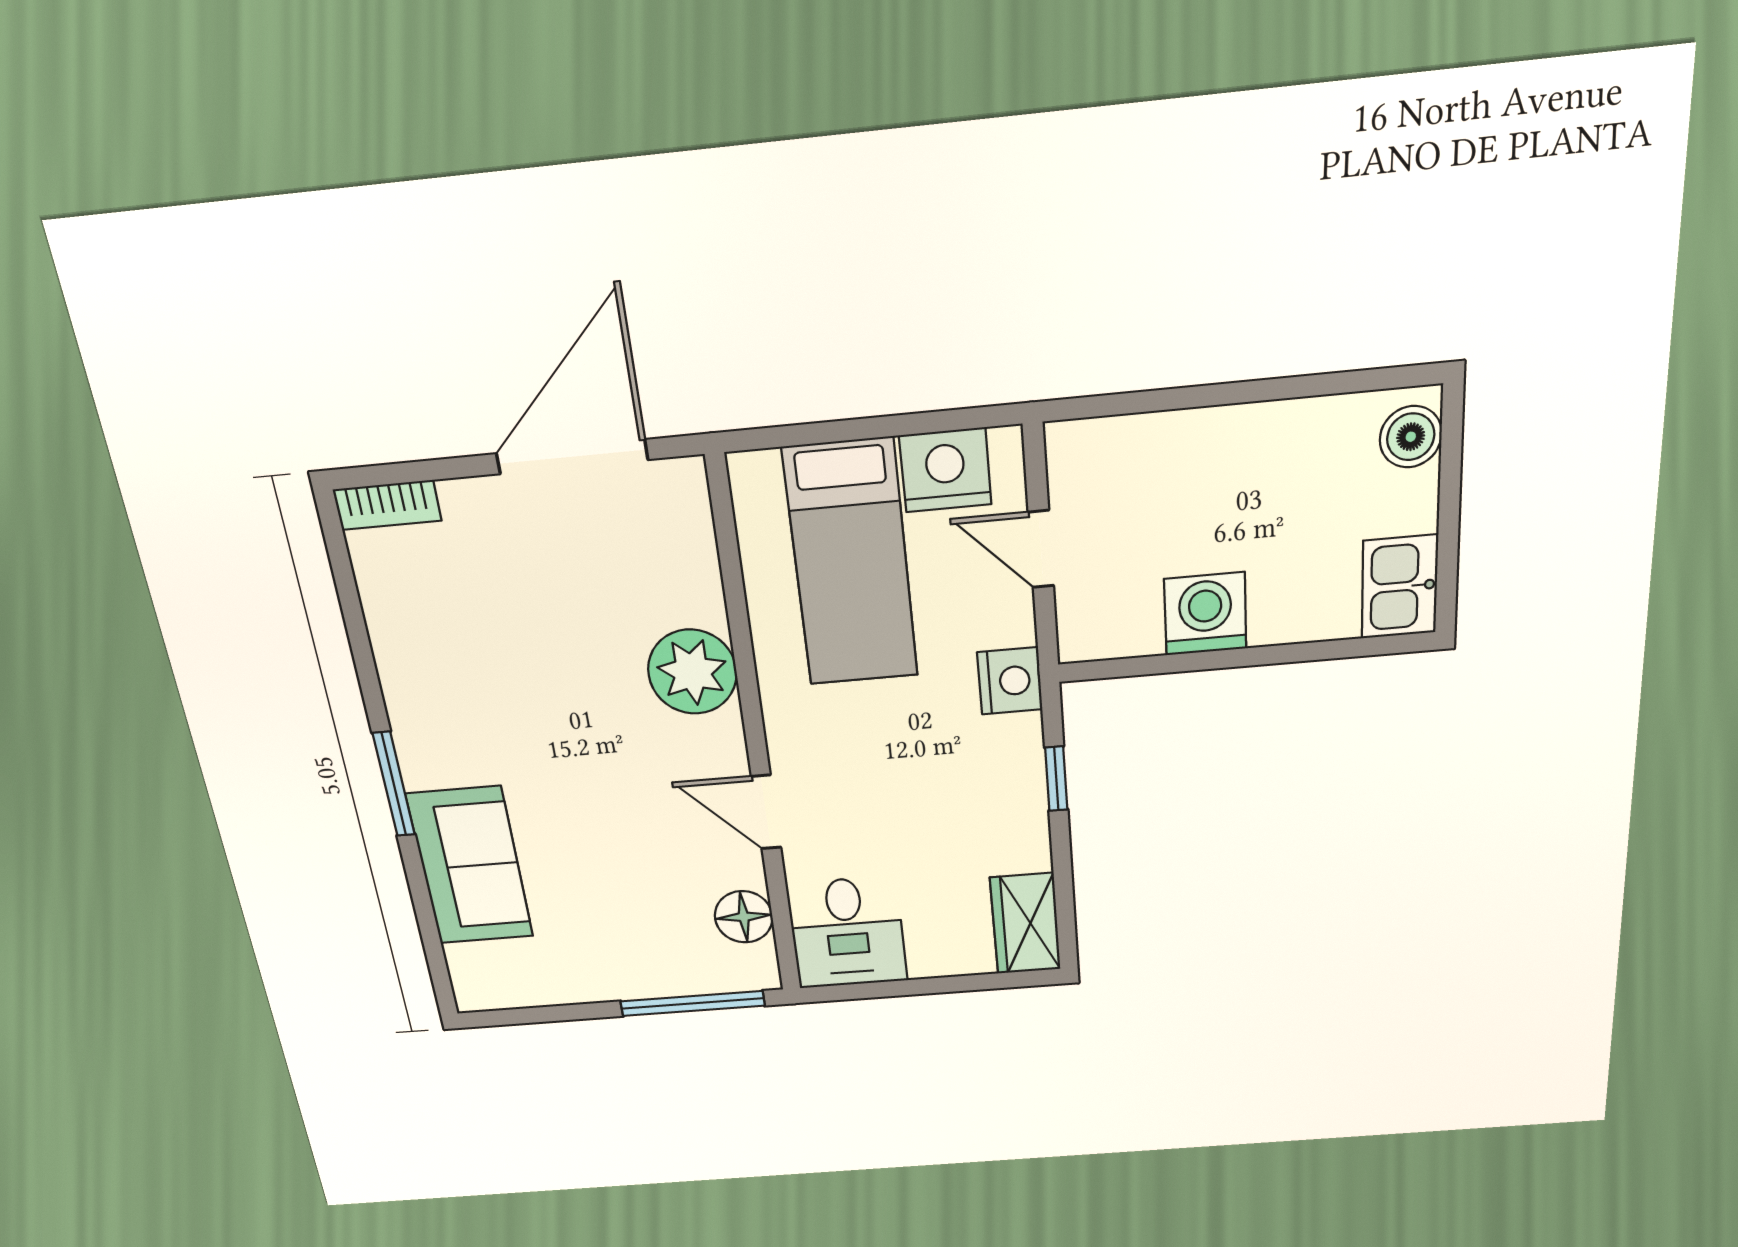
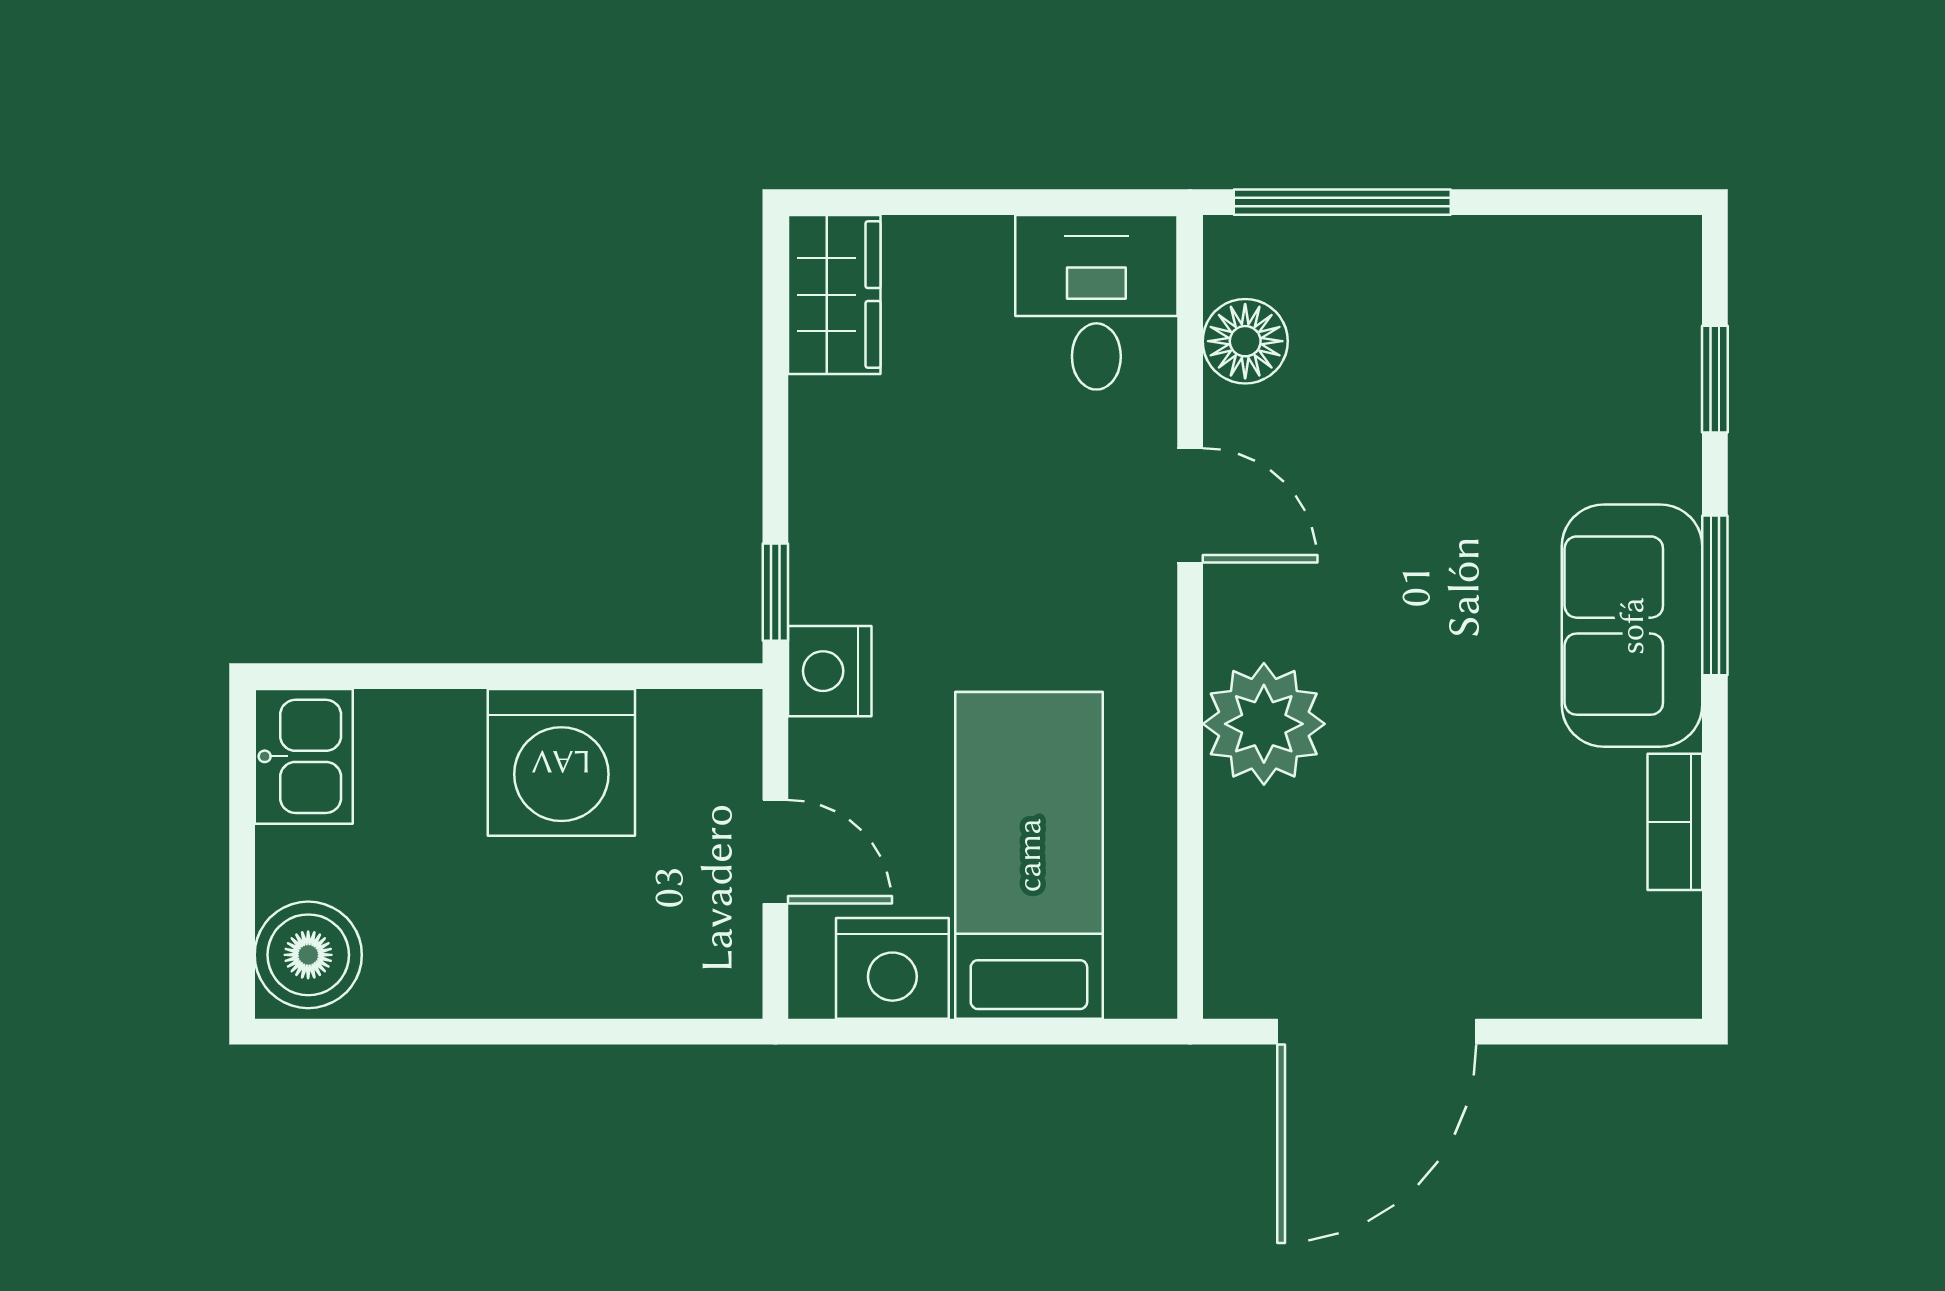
boiler: (1411, 437) -> (308, 955), width x1.36, depth x1.36
bookcase: (387, 505) -> (1675, 822), moved, turned -90
washing machine: (1205, 614) -> (561, 762), width x1.37, depth x1.37
window: (1056, 779) -> (775, 592), moved
sofa: (470, 866) -> (1632, 626), moved
window: (426, 918) -> (1715, 379), added

